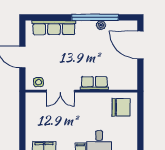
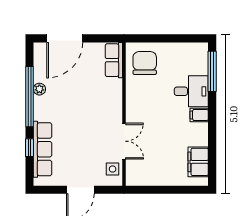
window: (55, 17) -> (30, 148), added
row of seats: (94, 83) -> (114, 60), moved

